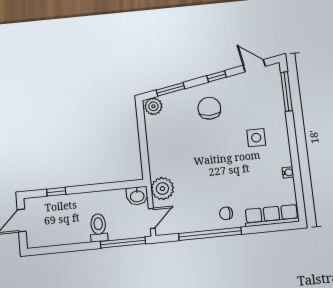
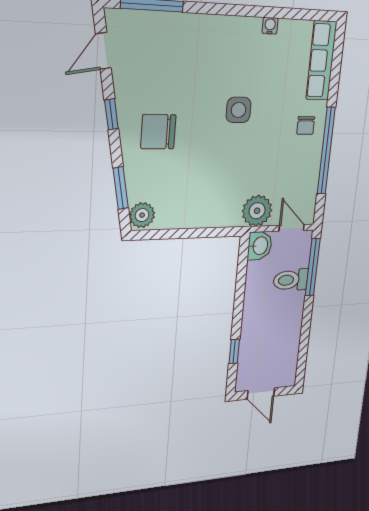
side table: (256, 138) -> (239, 110), moved
toilet: (98, 228) -> (291, 280), moved

